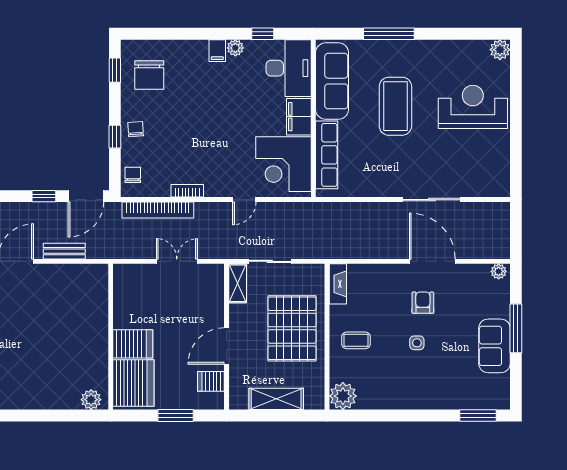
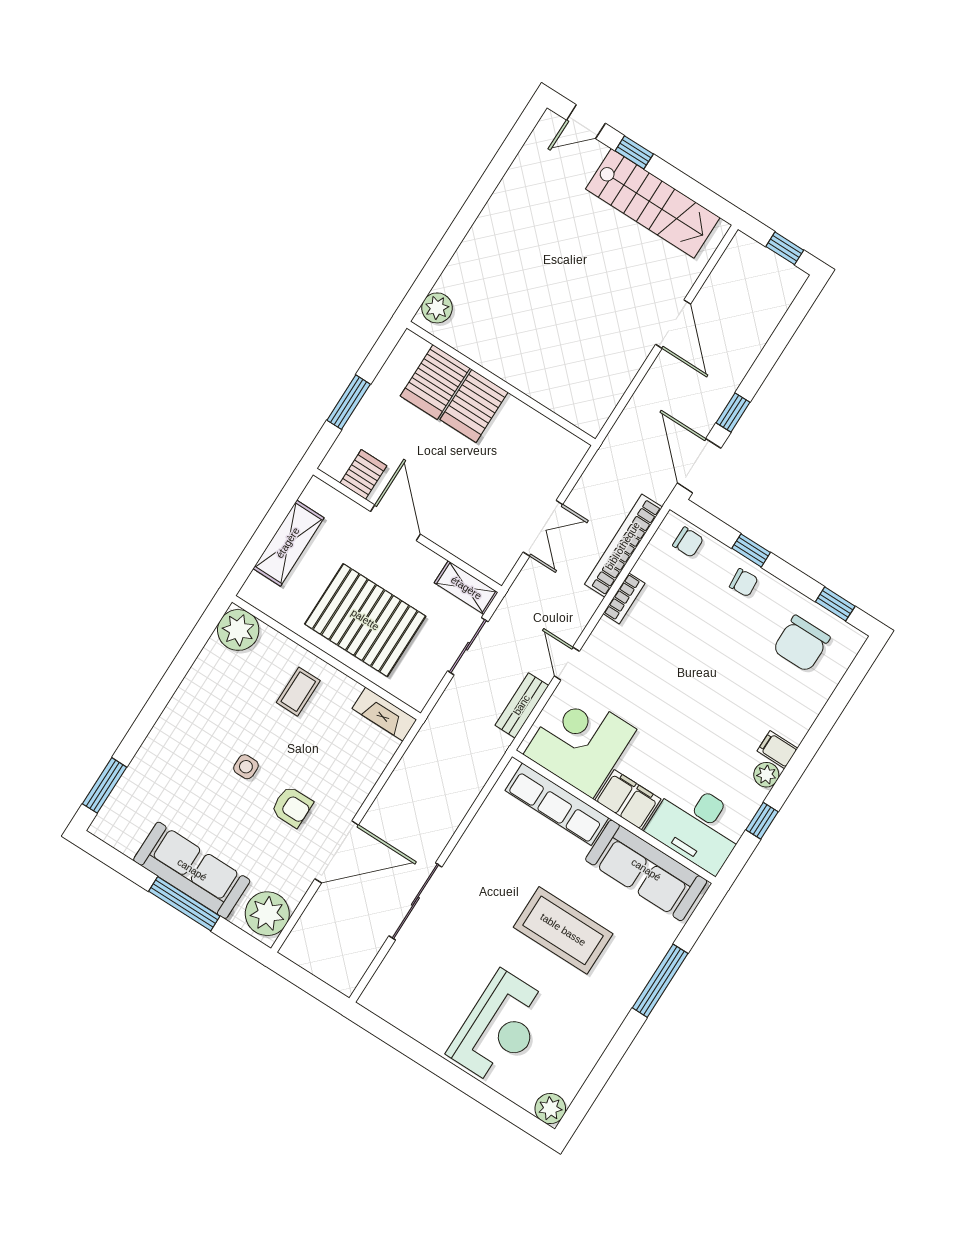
chair: (149, 75) -> (801, 644), turned -90
bench: (64, 251) -> (522, 705), moved
plant: (499, 271) -> (267, 914), width x1.87, depth x1.87
sofa: (494, 346) -> (192, 870), width x1.36
server rack: (133, 383) -> (435, 382), width x0.62

